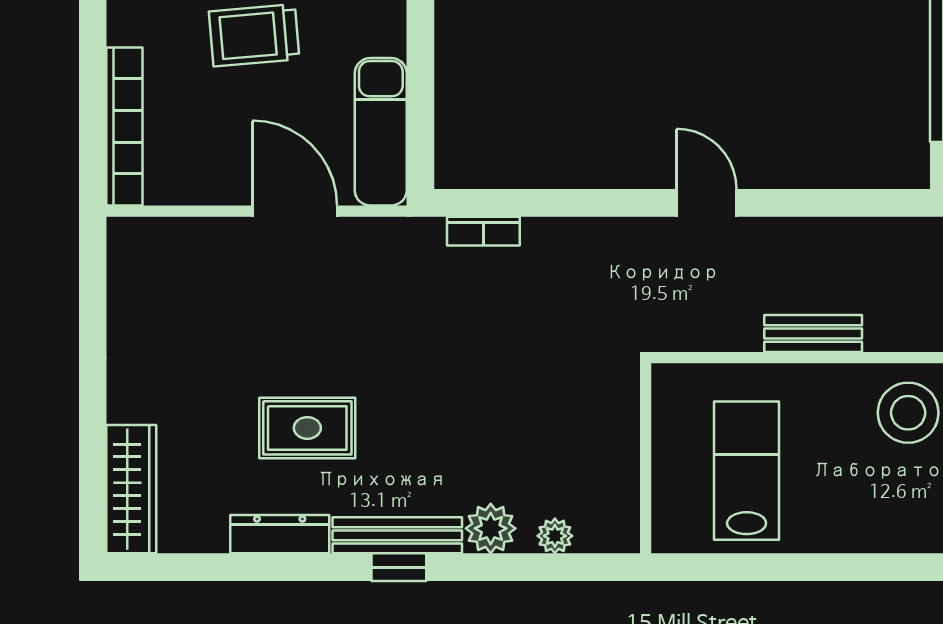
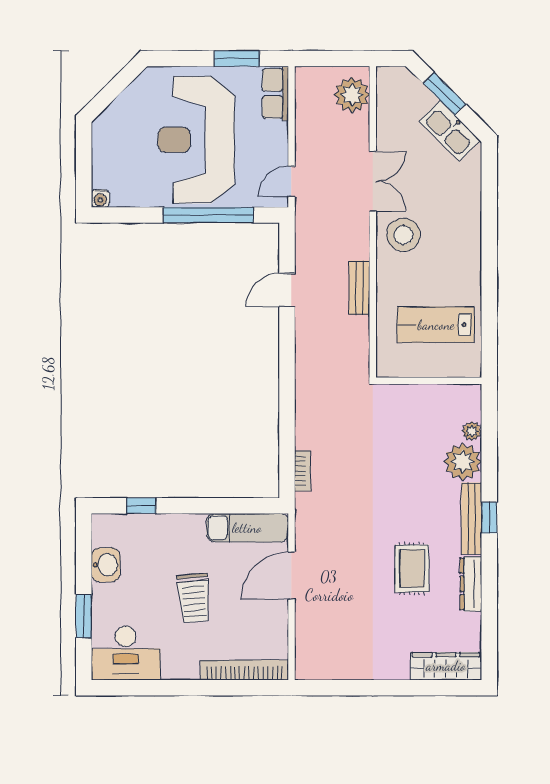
door: (706, 203) -> (287, 290), moved
plant: (491, 528) -> (463, 462), width x1.36, depth x1.36

